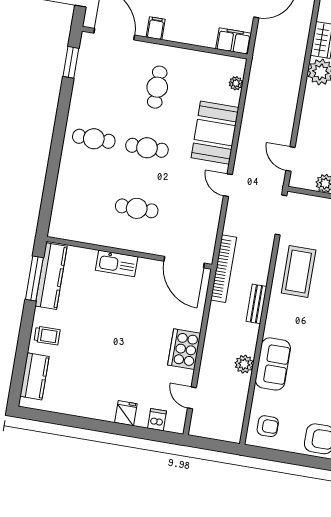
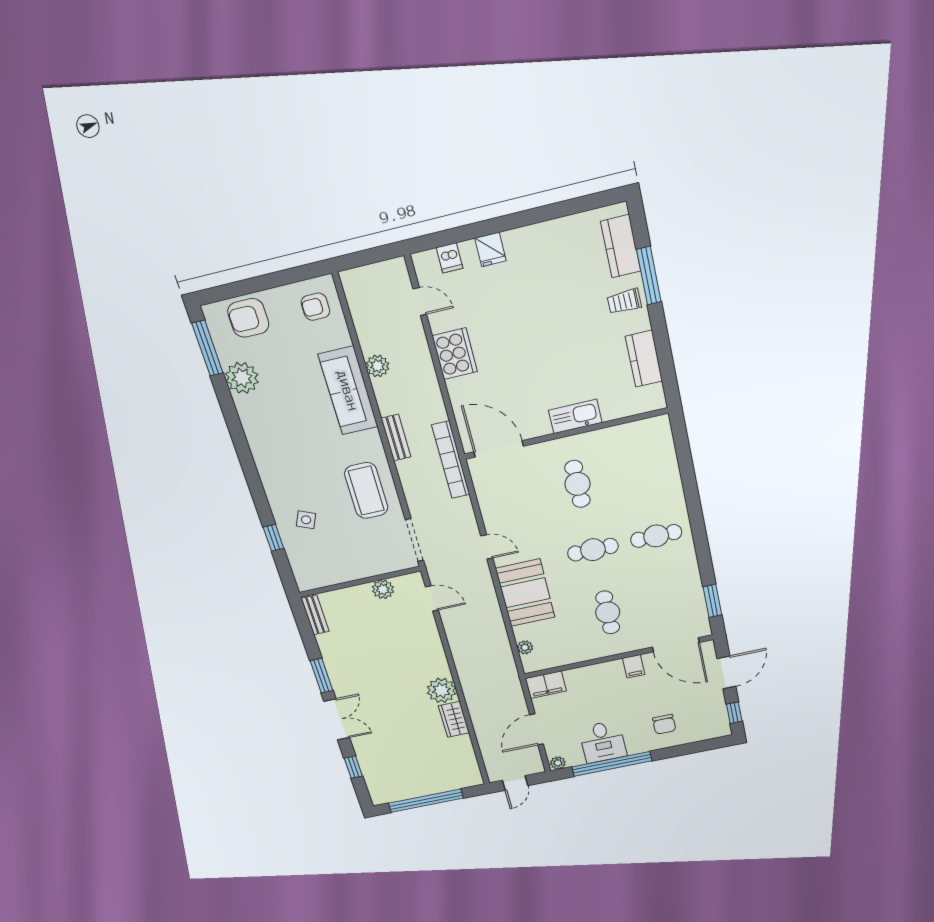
cafe table: (137, 208) -> (577, 484), turned 90
kitchen counter: (51, 276) -> (644, 359), width x0.67
window: (34, 279) -> (649, 276), moved
sofa: (273, 364) -> (348, 391), width x1.36

